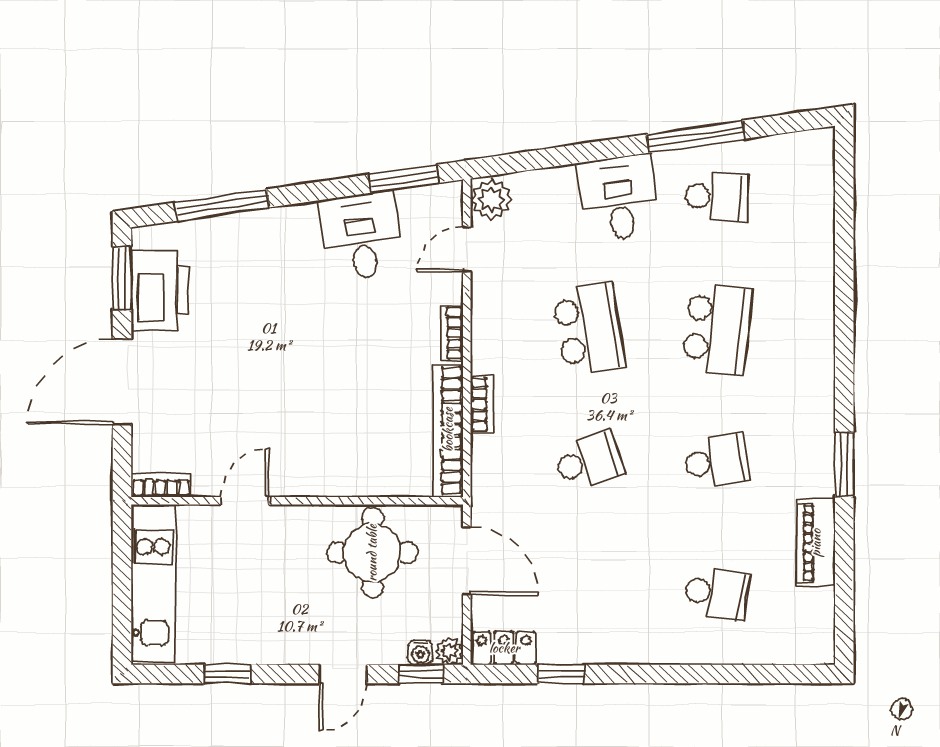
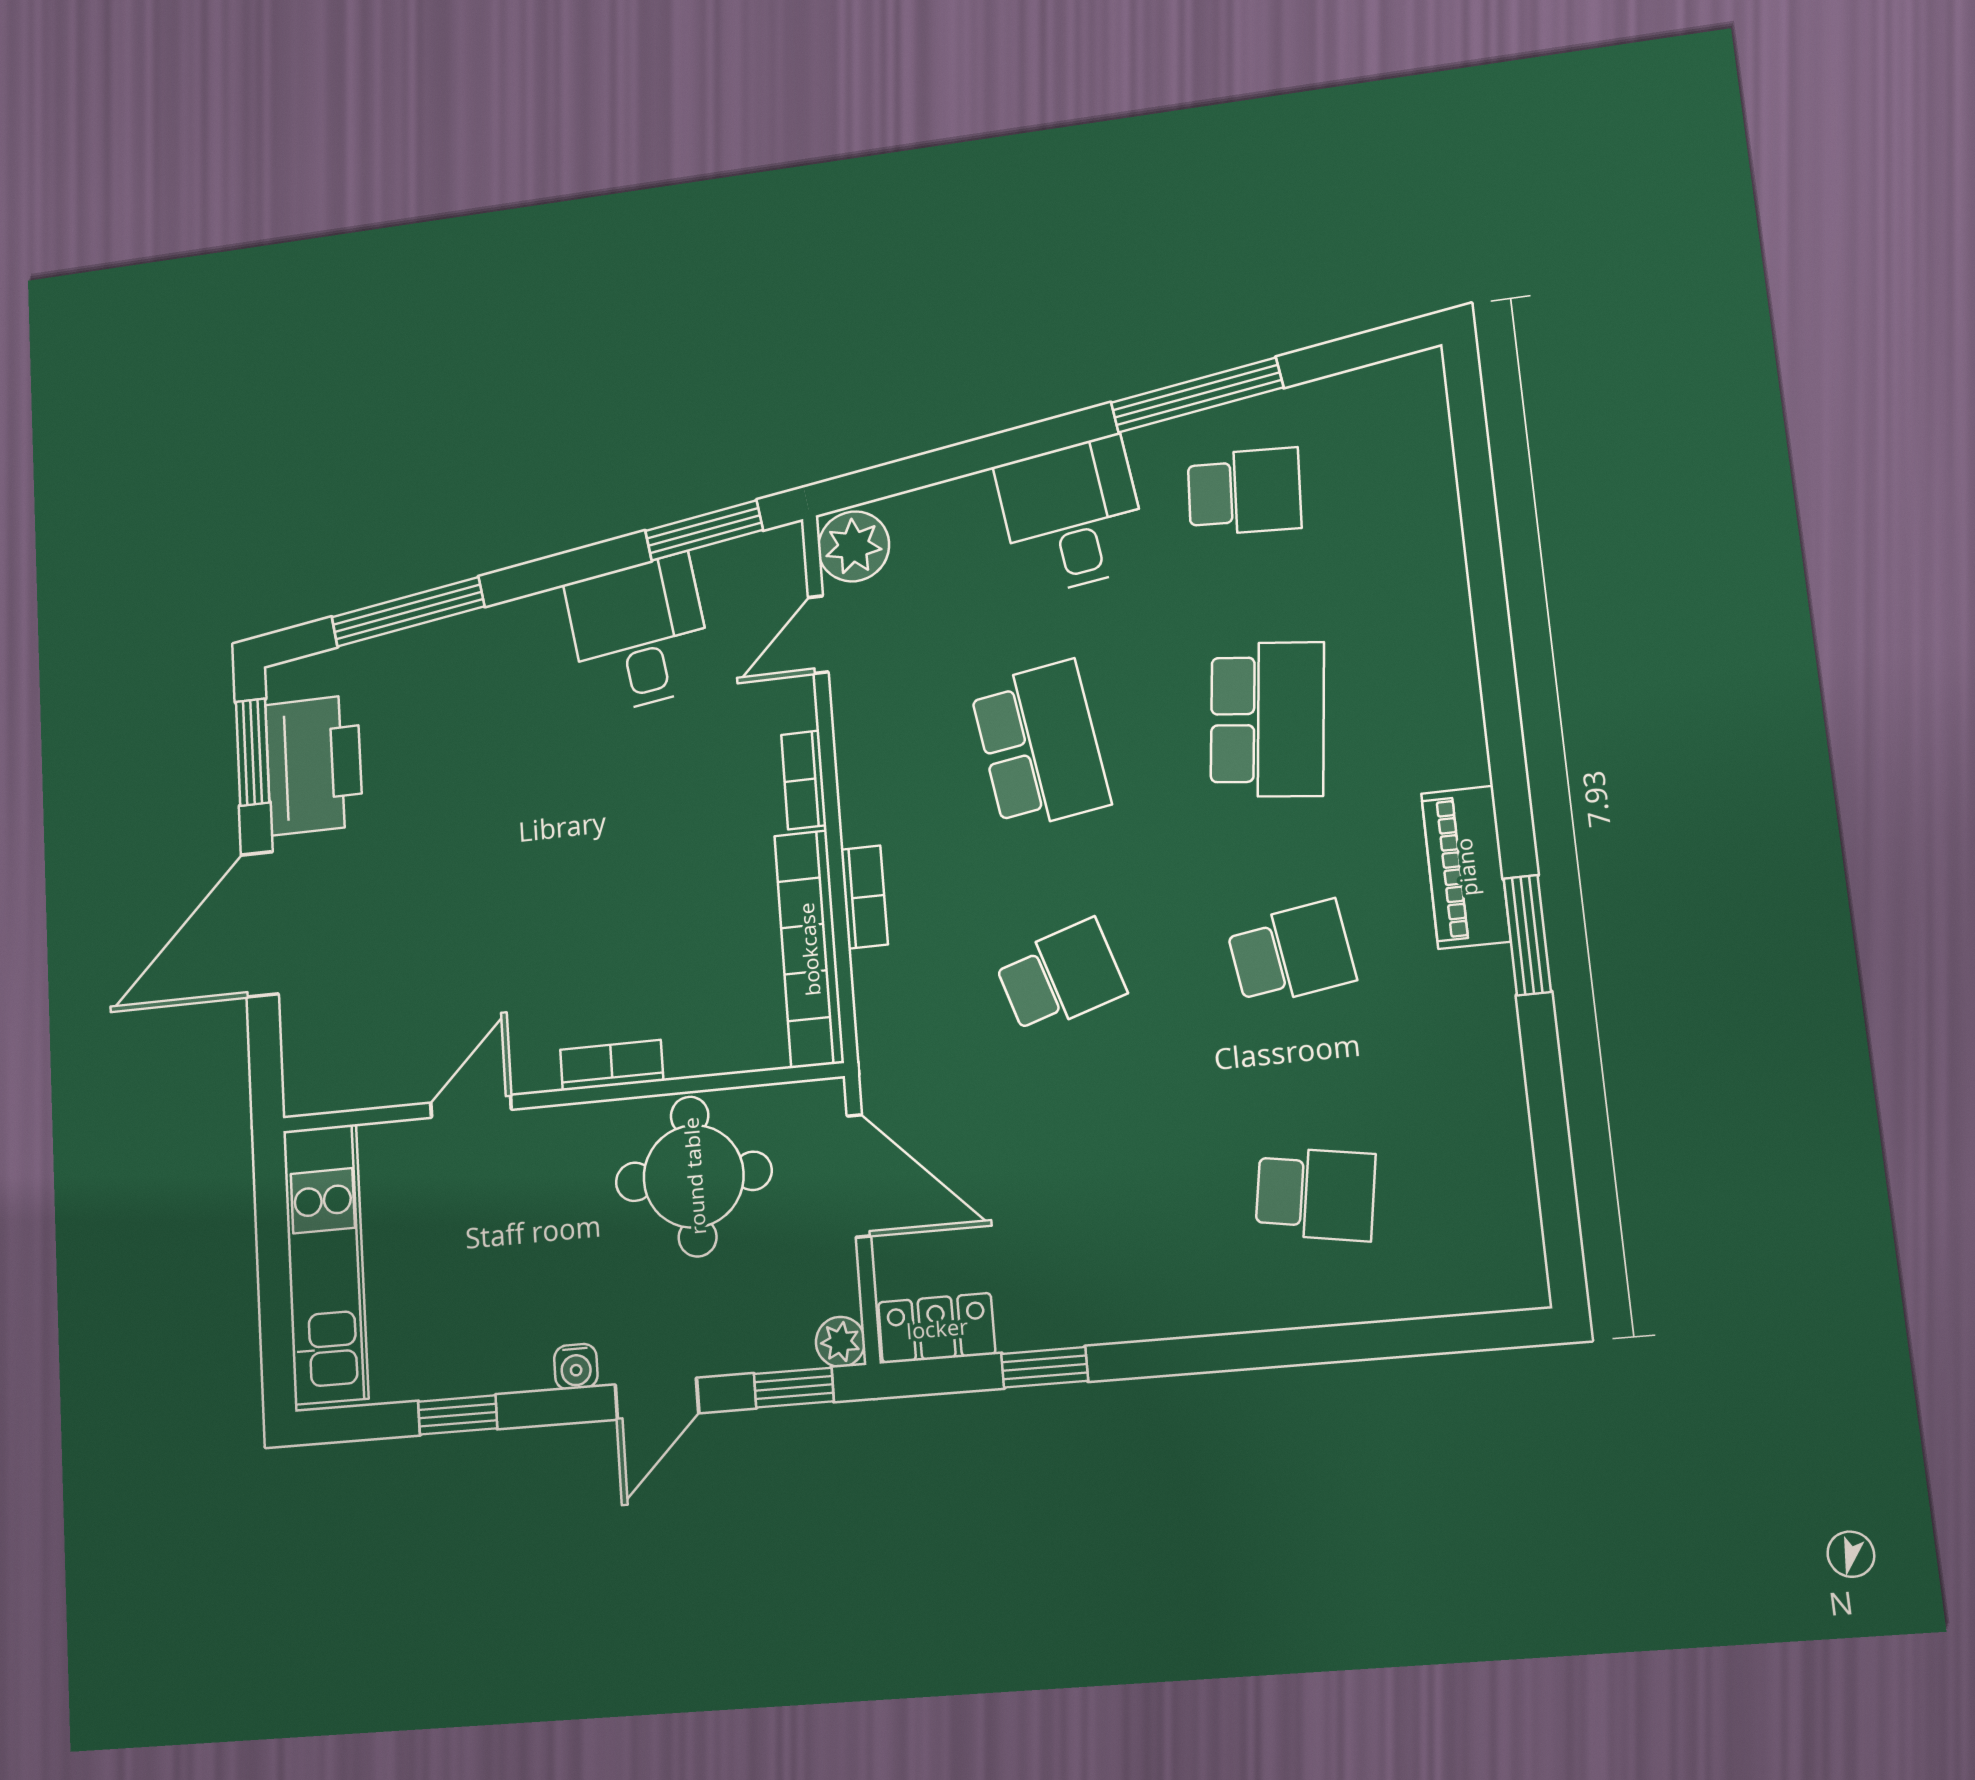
bookcase: (161, 485) -> (612, 1065), moved
piano: (816, 543) -> (1466, 867), moved
water cooler: (420, 653) -> (576, 1367), moved

